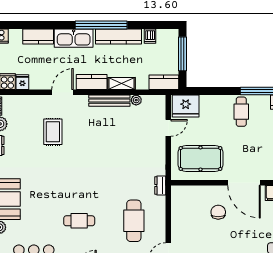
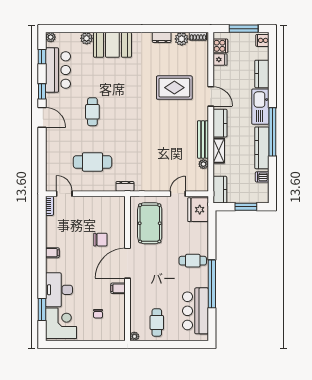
window: (183, 54) -> (246, 207), width x0.69
door: (168, 128) -> (178, 194), swing flipped
rug: (53, 132) -> (174, 88), width x1.36, depth x1.43

